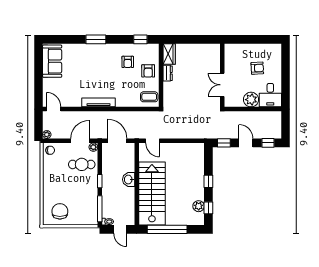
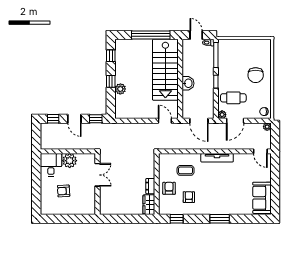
coffee table: (149, 97) -> (186, 170), moved
plant: (199, 206) -> (120, 89), moved
chair: (60, 211) -> (256, 75), moved

